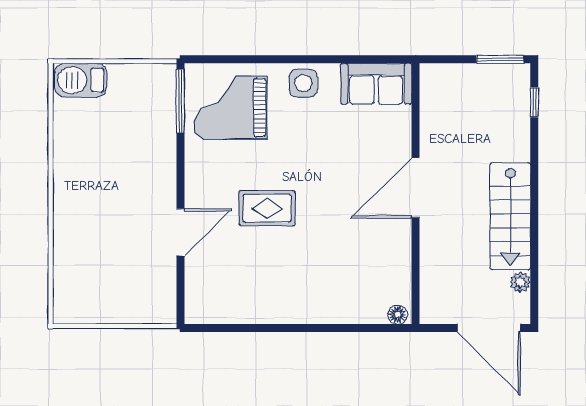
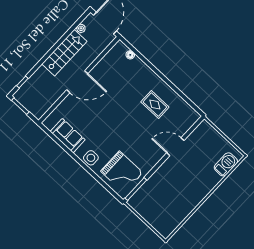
barbecue: (81, 80) -> (226, 164), moved, turned -90
door: (416, 188) -> (77, 82), moved
wall: (416, 194) -> (79, 80), moved
rug: (267, 208) -> (155, 104), moved

